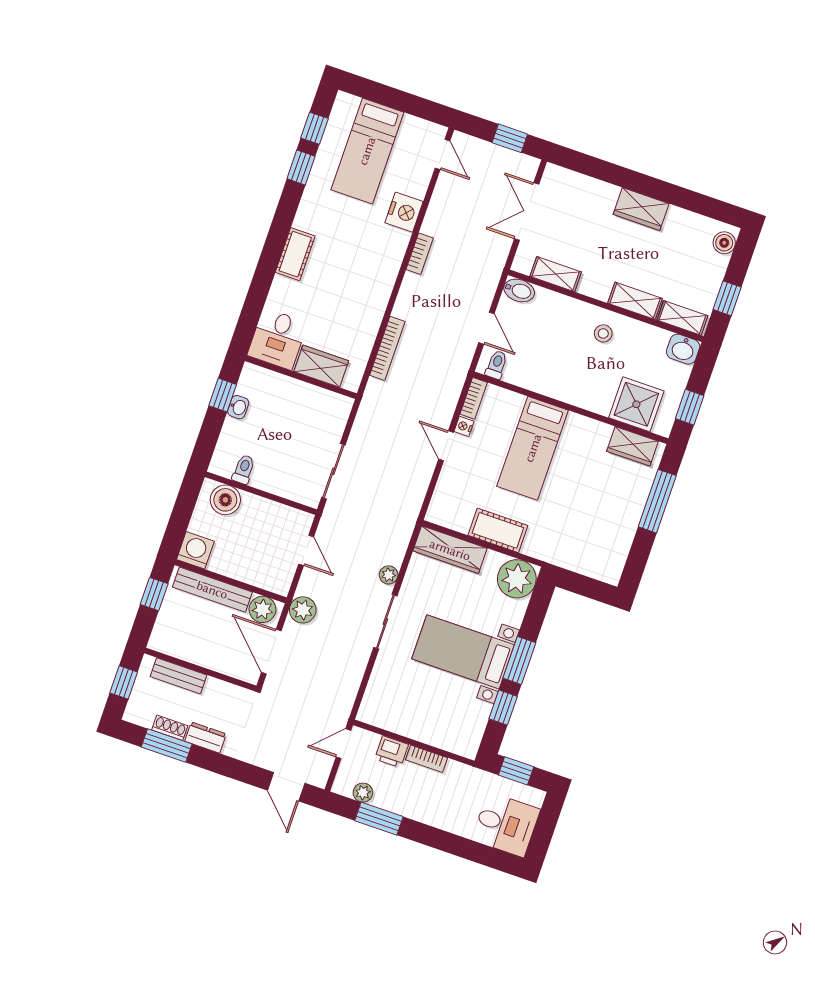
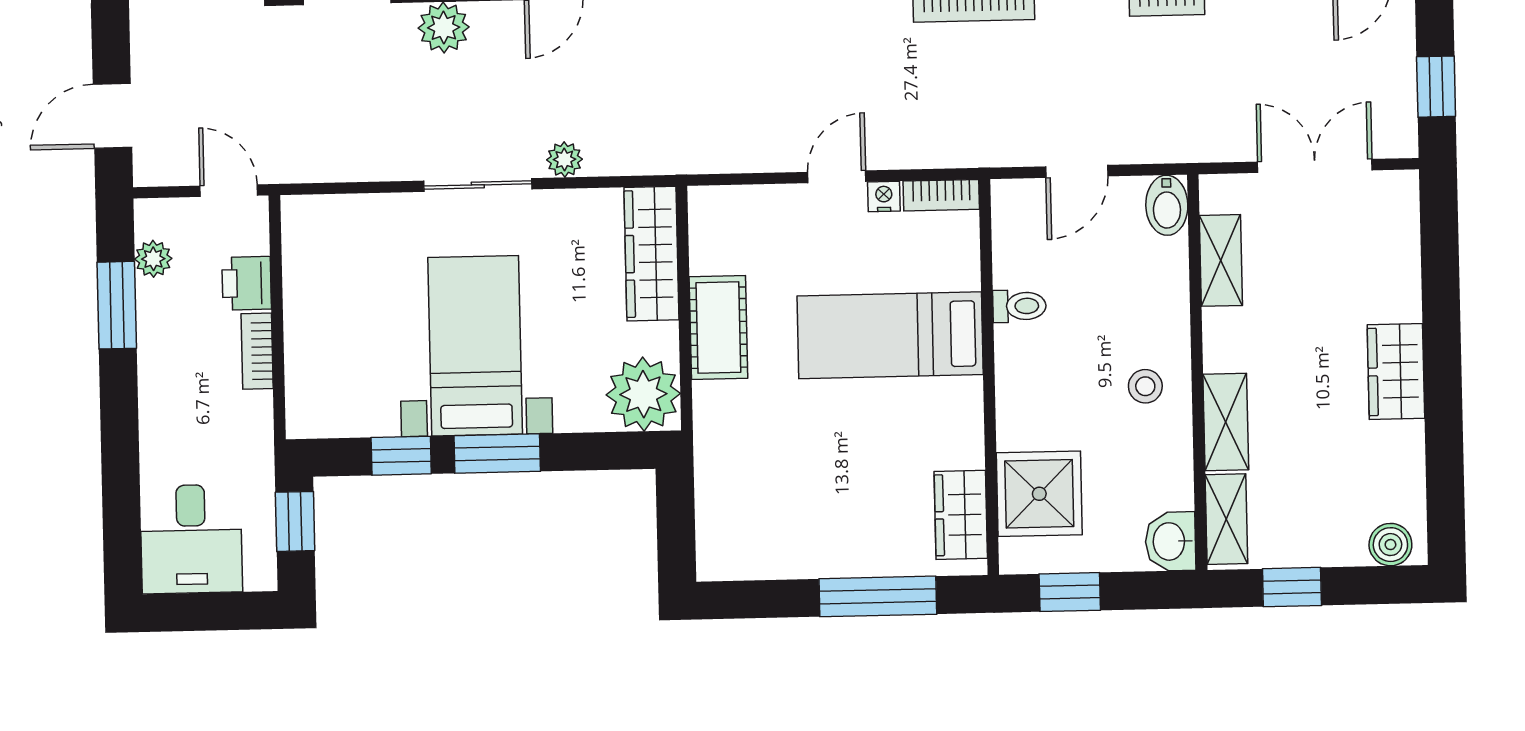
toilet: (496, 365) -> (1019, 306), moved

